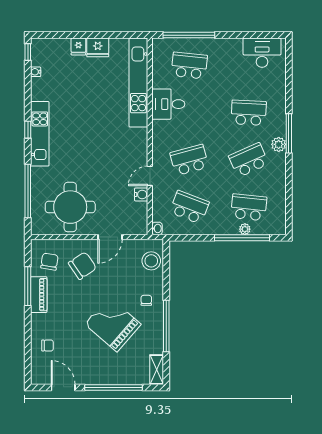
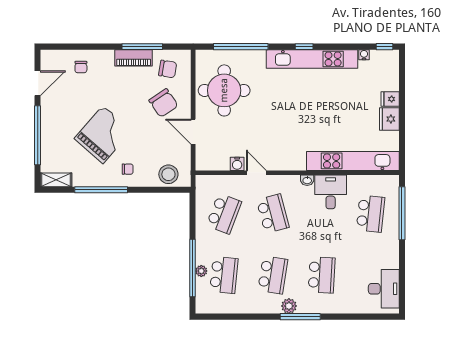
kitchen unit: (40, 134) -> (312, 59), width x1.36
school desk: (249, 160) -> (273, 275), turned 33
washbasin: (157, 228) -> (307, 180), moved

